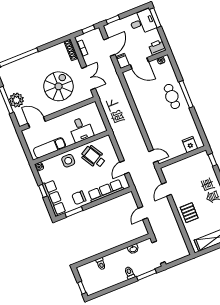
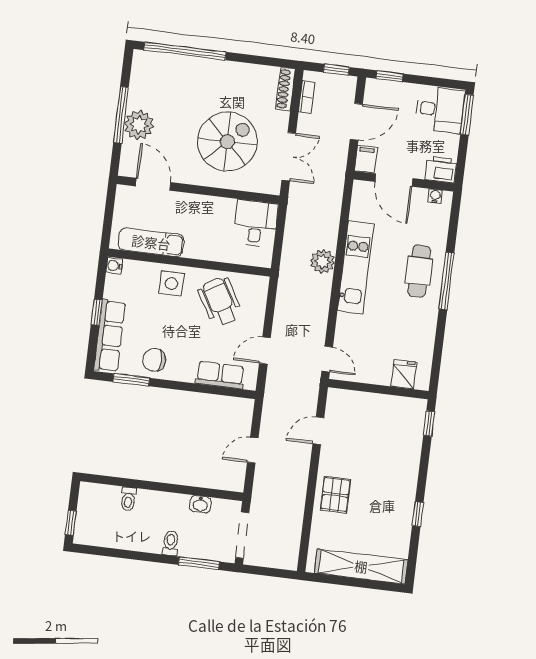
kitchen unit: (144, 110) -> (356, 267), added
plant: (128, 115) -> (323, 261), added
desk: (81, 129) -> (256, 223), moved, turned 180
row of seats: (106, 191) -> (220, 375), width x0.68

